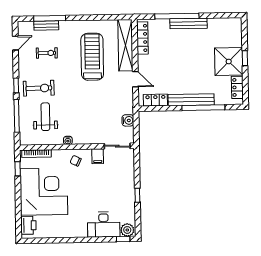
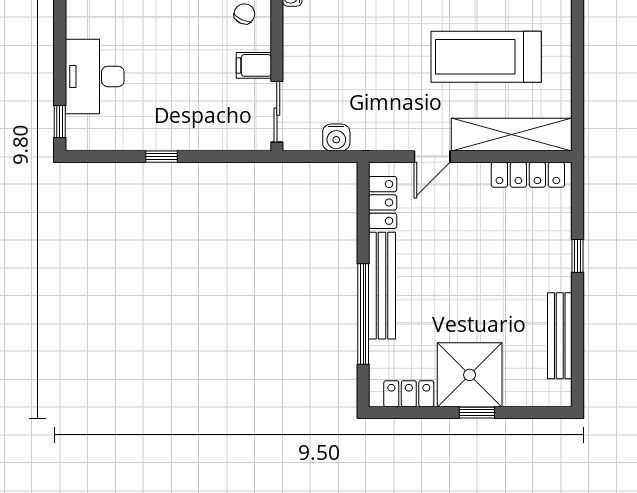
window: (177, 16) -> (577, 256), width x0.32
bench: (189, 23) -> (560, 336), moved
treadmill: (92, 57) -> (486, 57), turned 180
plant: (127, 230) -> (81, 132), removed

